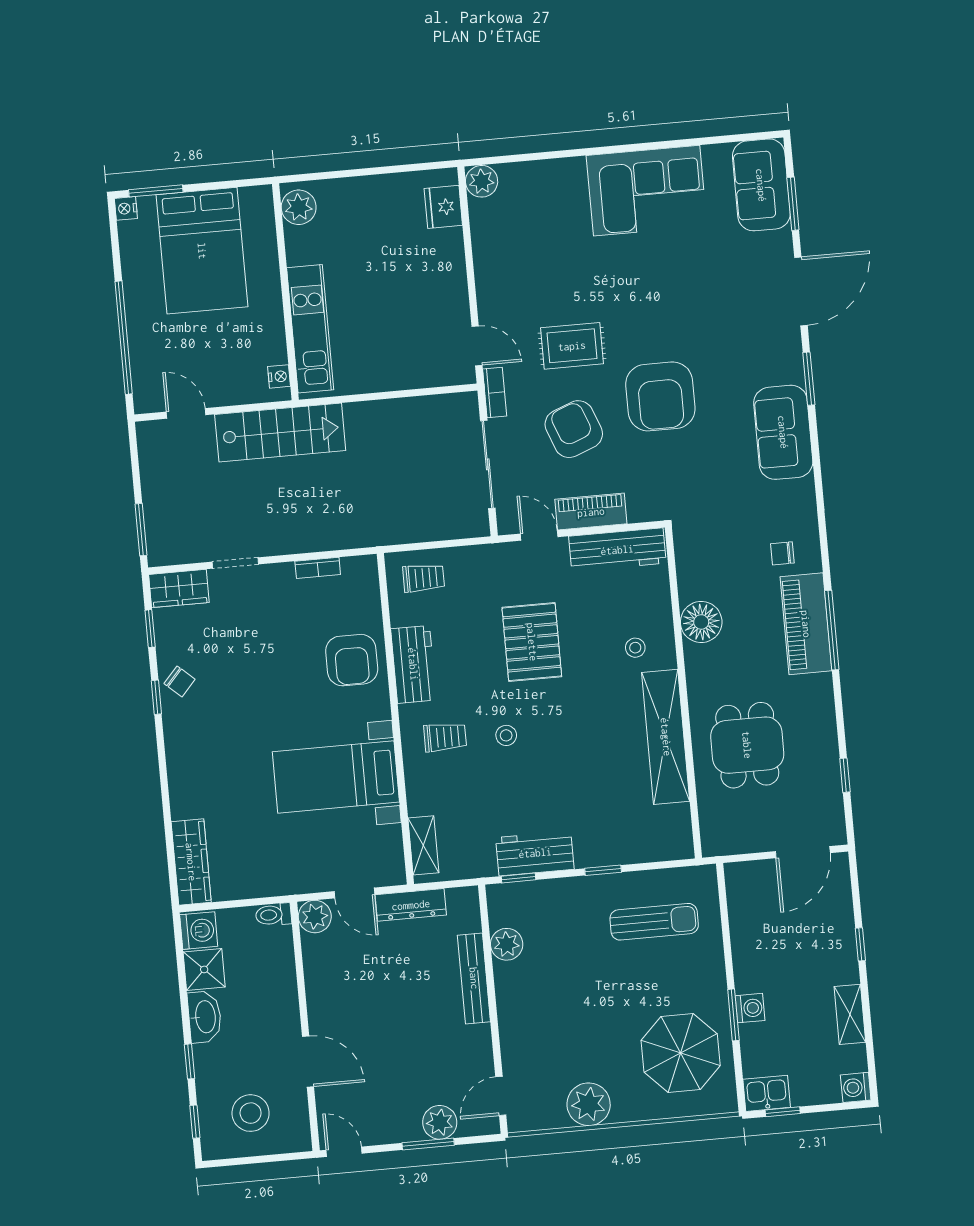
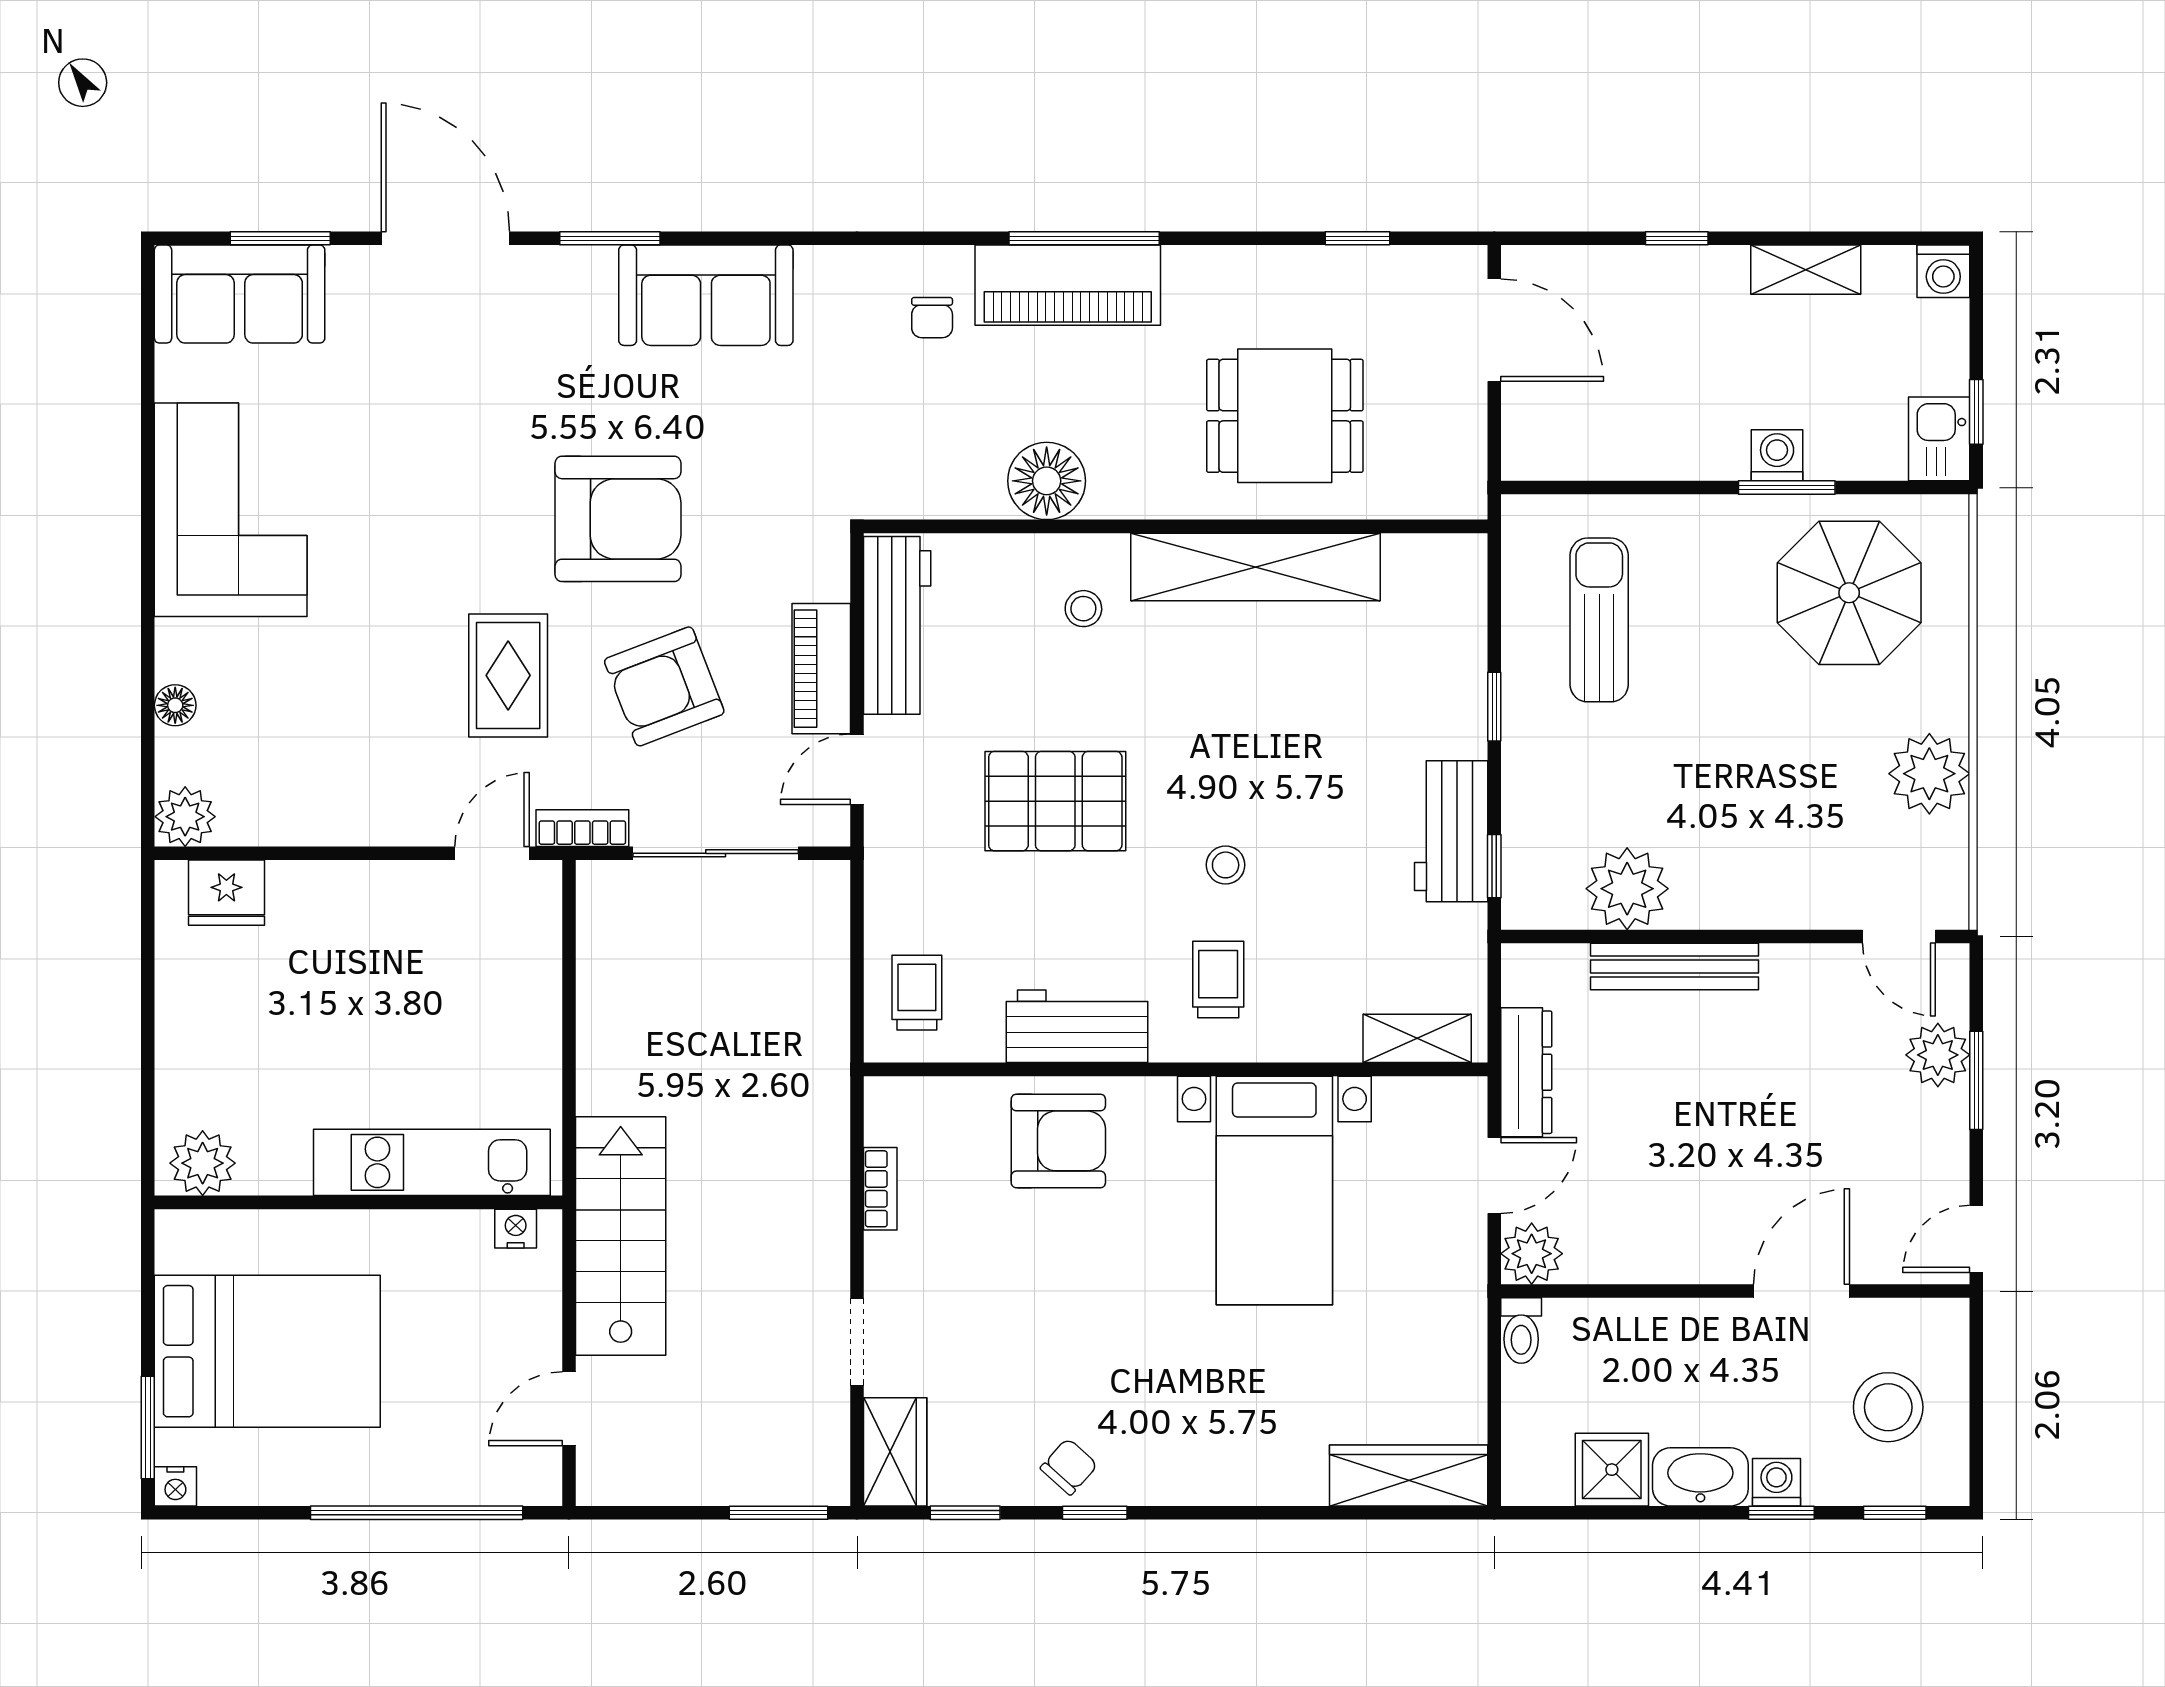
floor lamp: (540, 171) -> (175, 705), added
washing machine: (199, 931) -> (1776, 1482), moved, width x0.73, depth x0.73
plant: (507, 944) -> (1627, 889), width x1.36, depth x1.36

